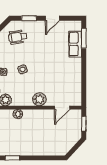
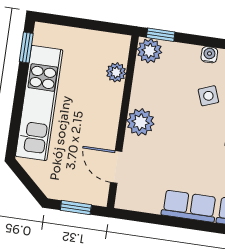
row of seats: (75, 71) -> (189, 206), added
kitchen unit: (37, 148) -> (39, 103), added

